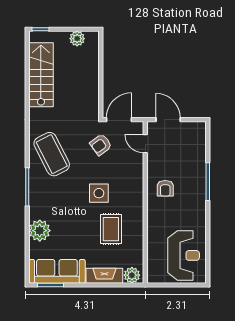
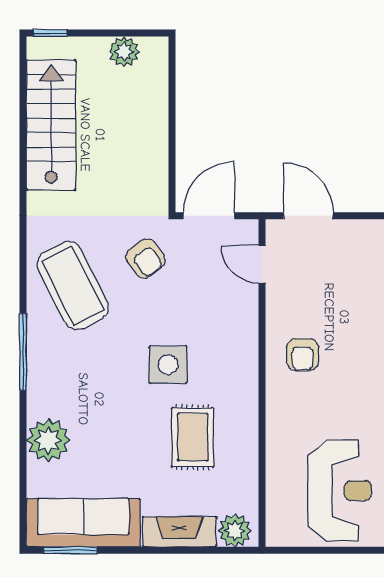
armchair: (101, 145) -> (146, 258), moved, turned -89

